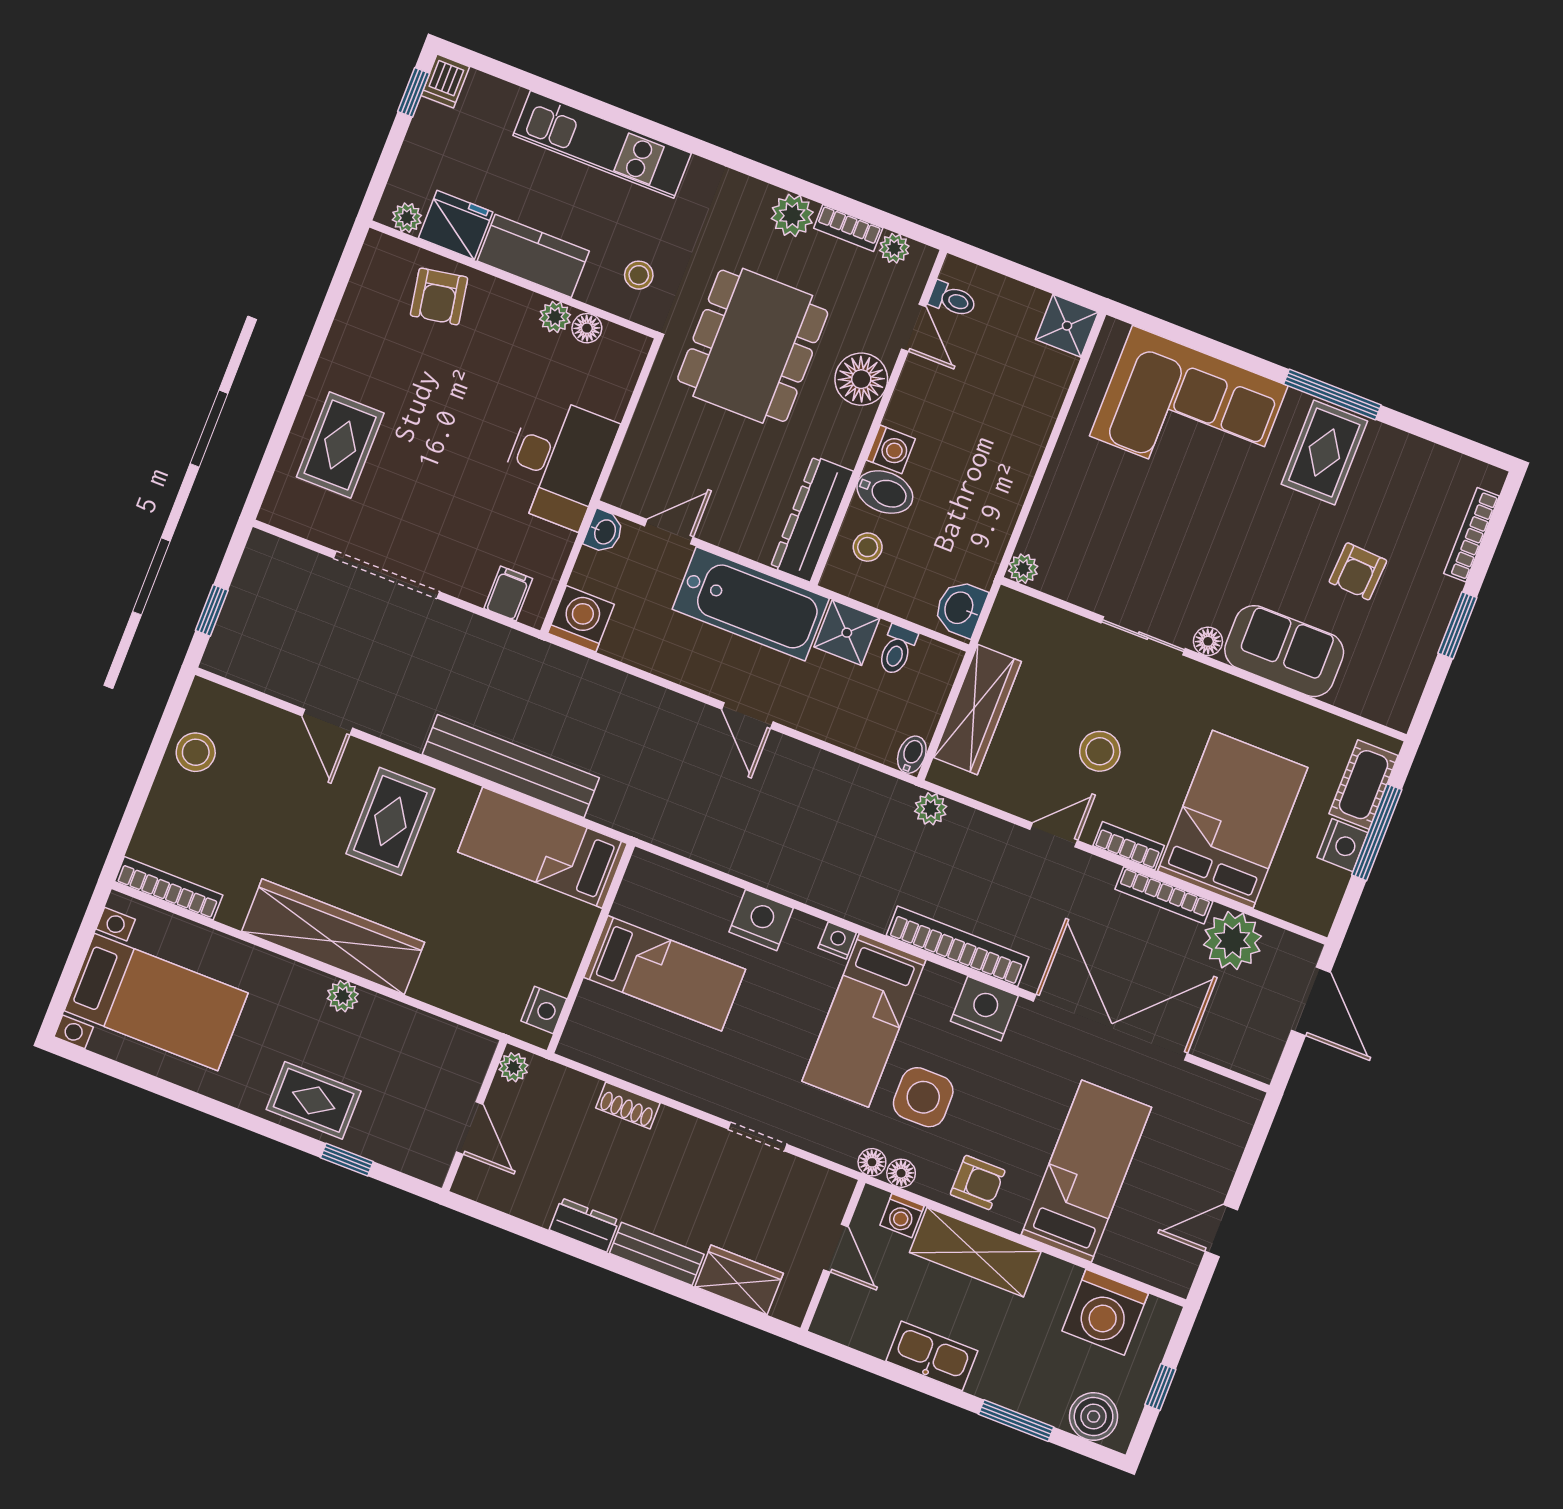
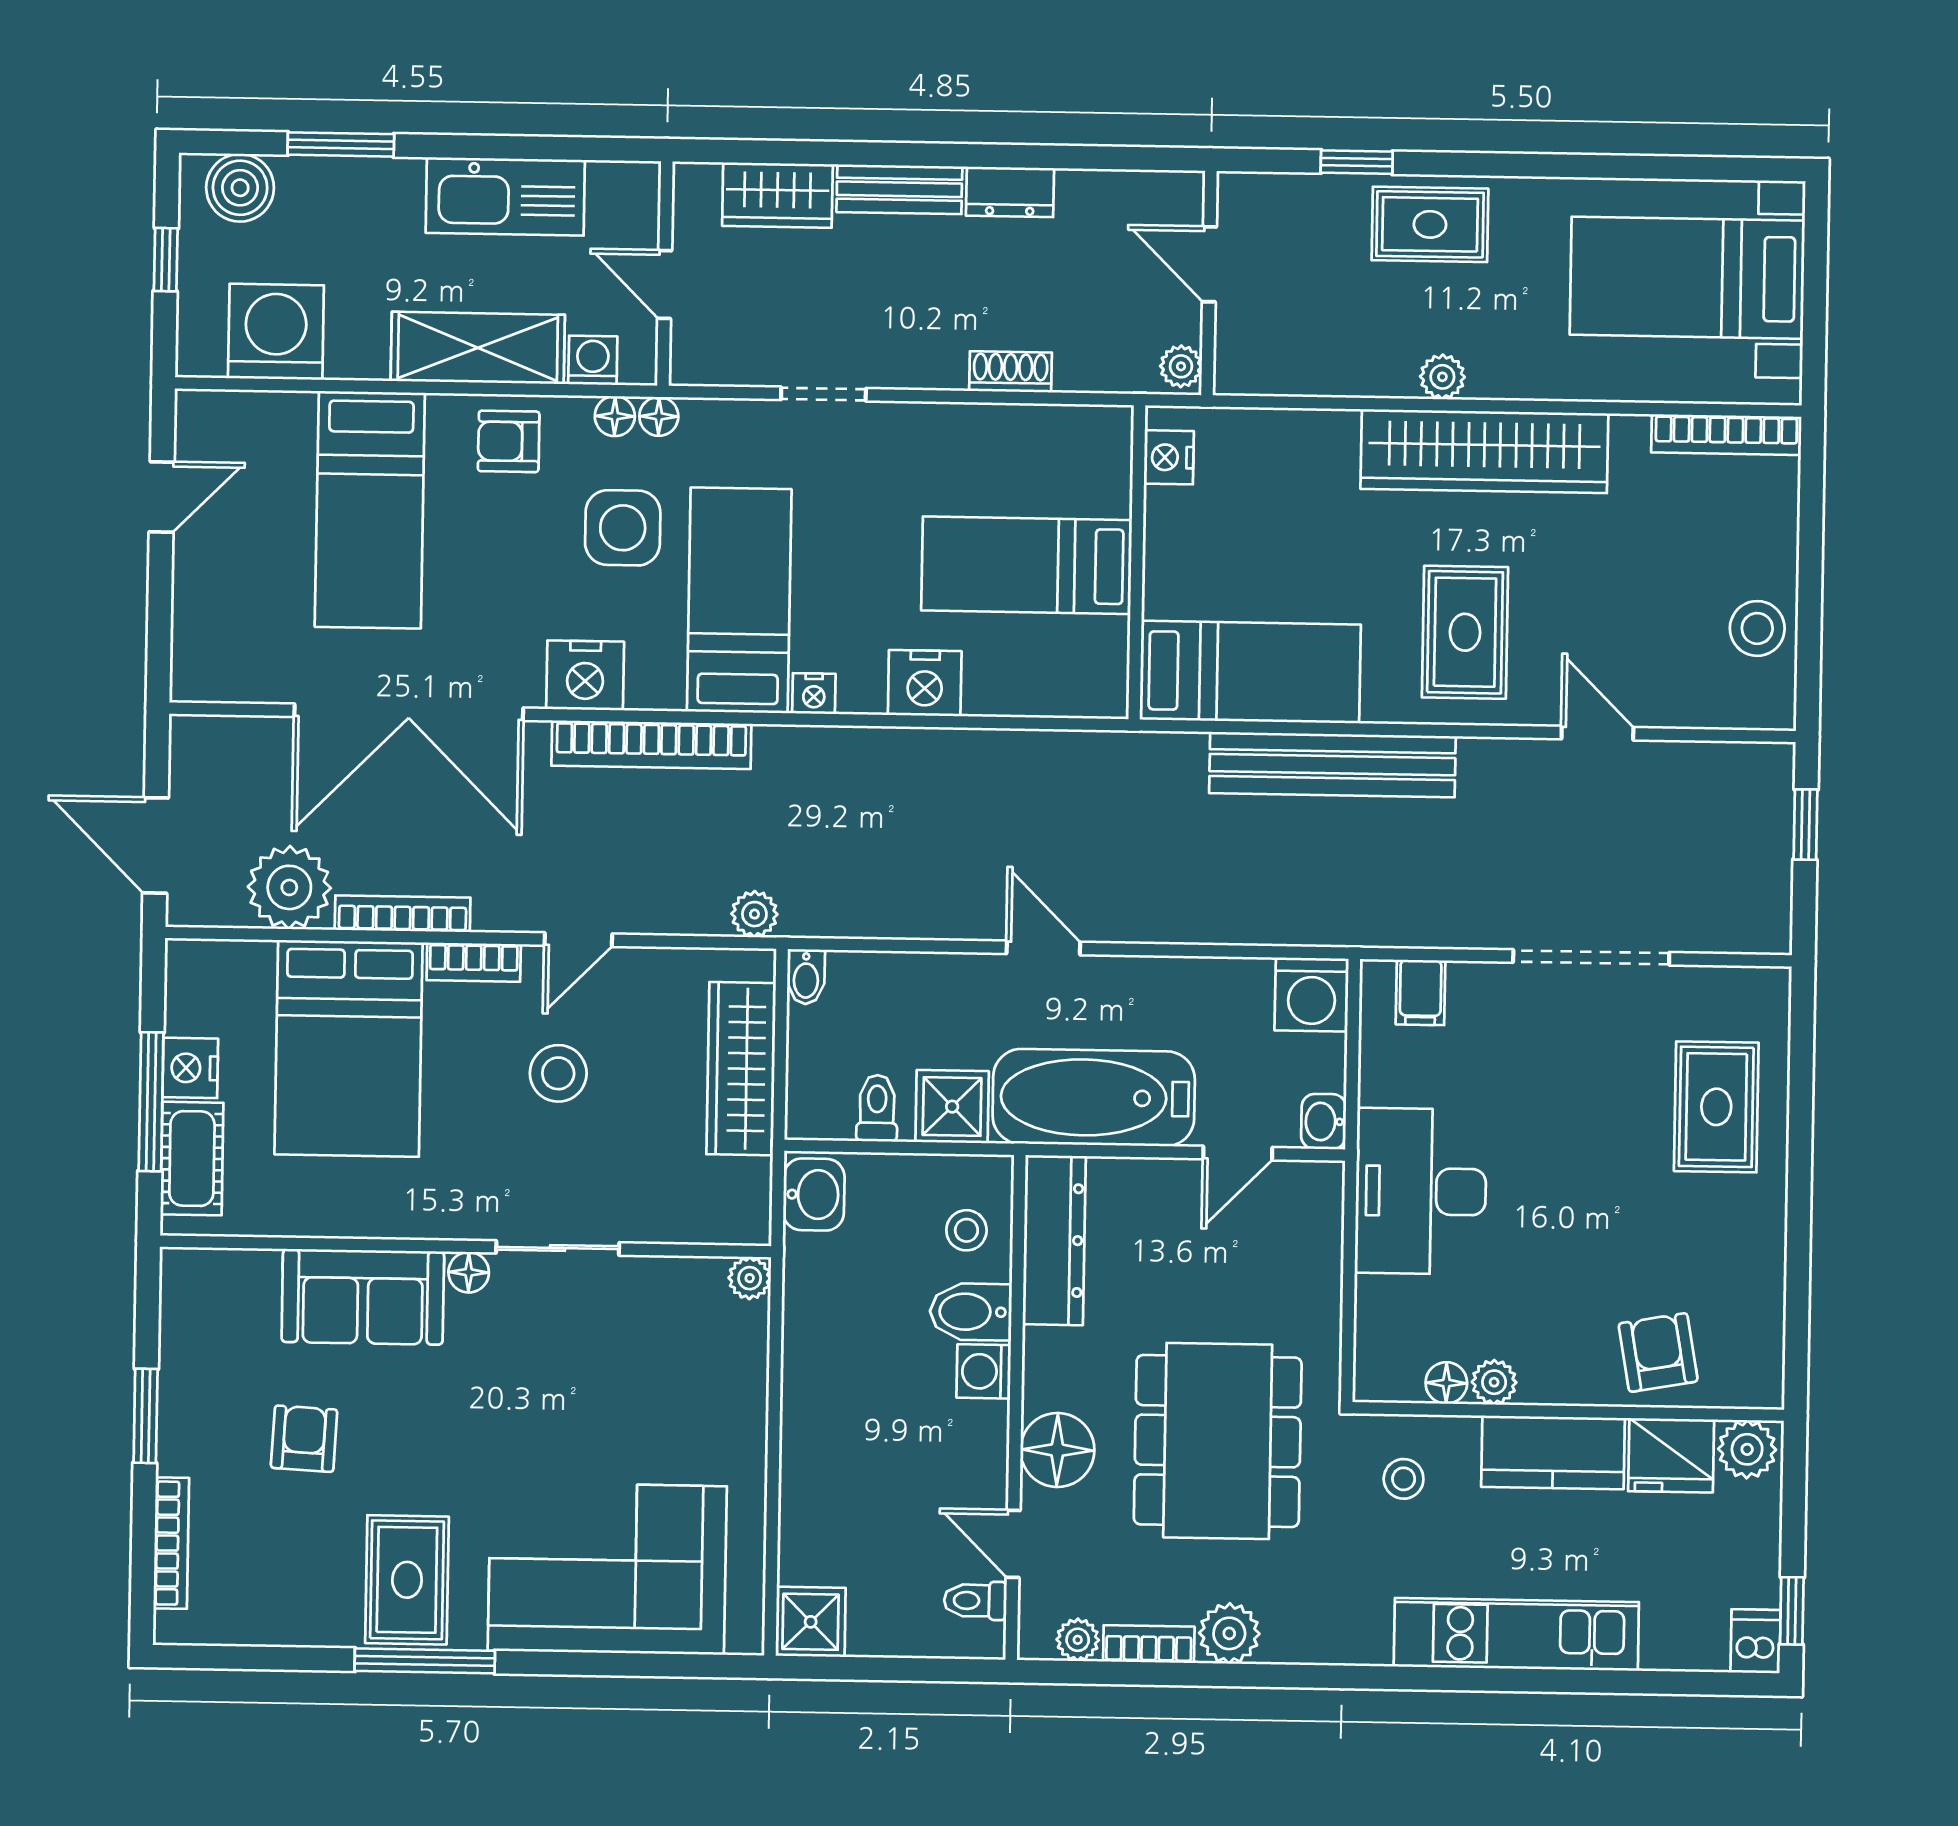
plant: (407, 218) -> (1747, 1449), width x1.38, depth x1.38
kitchen sink: (932, 1356) -> (505, 196), width x1.36, depth x1.24

